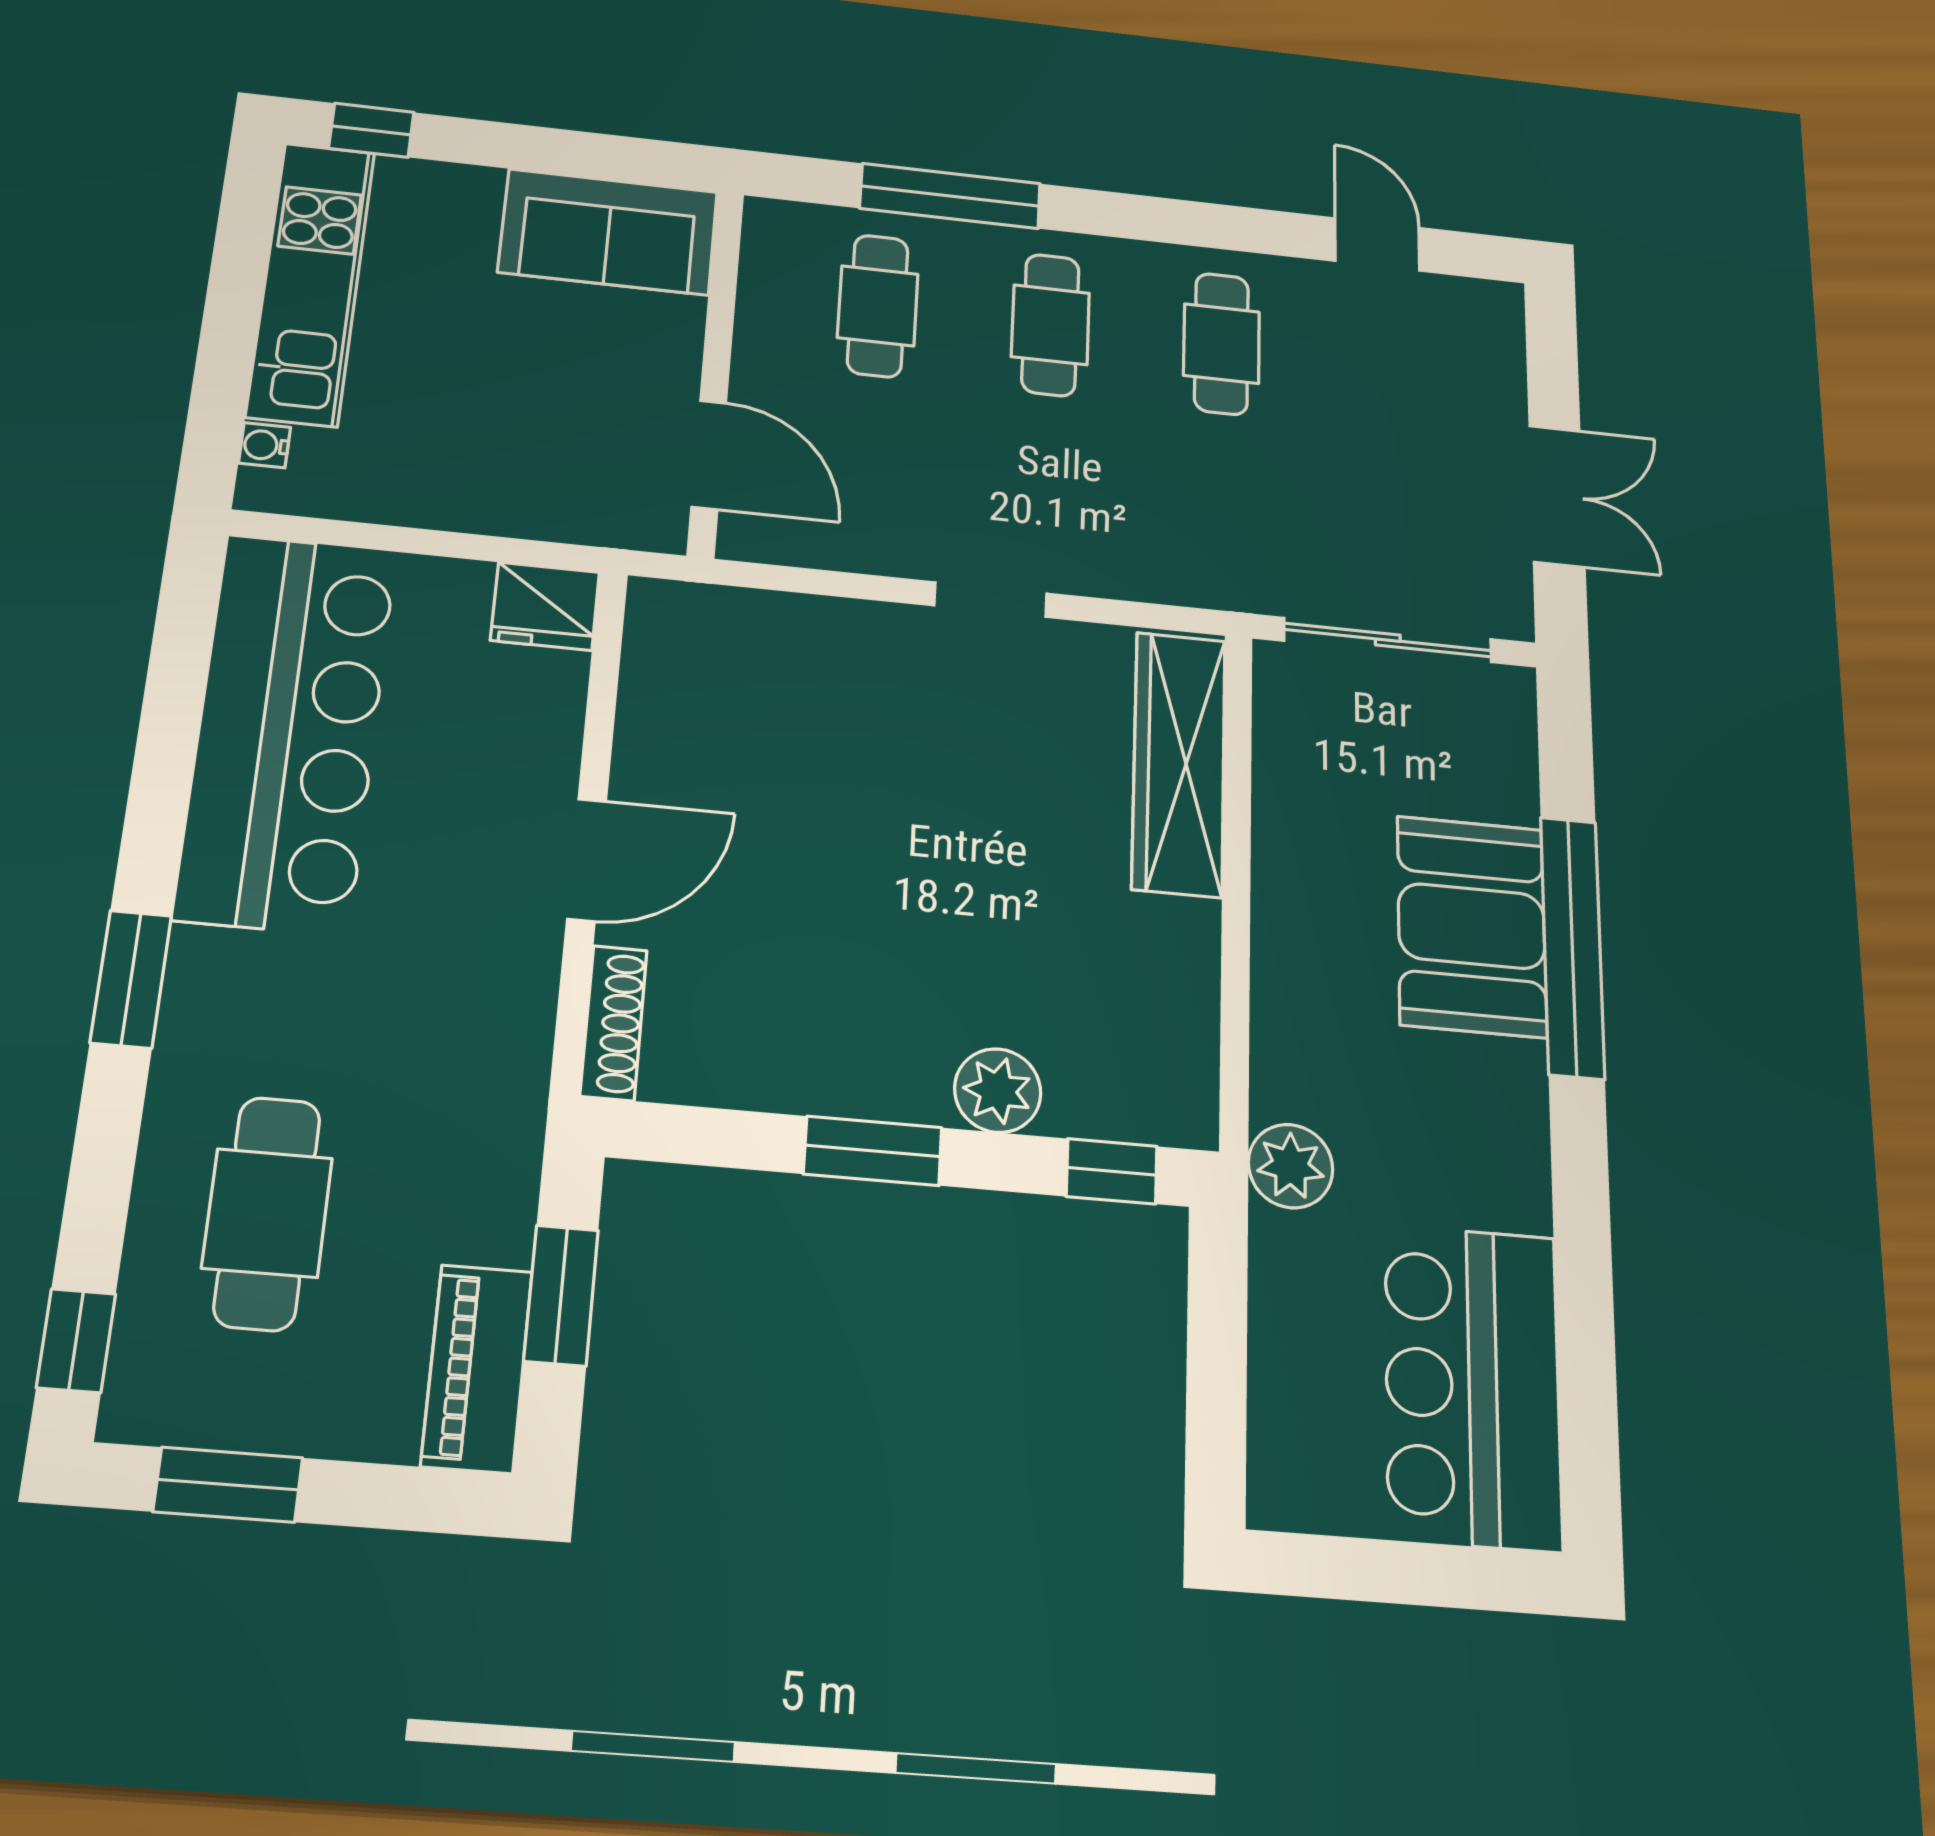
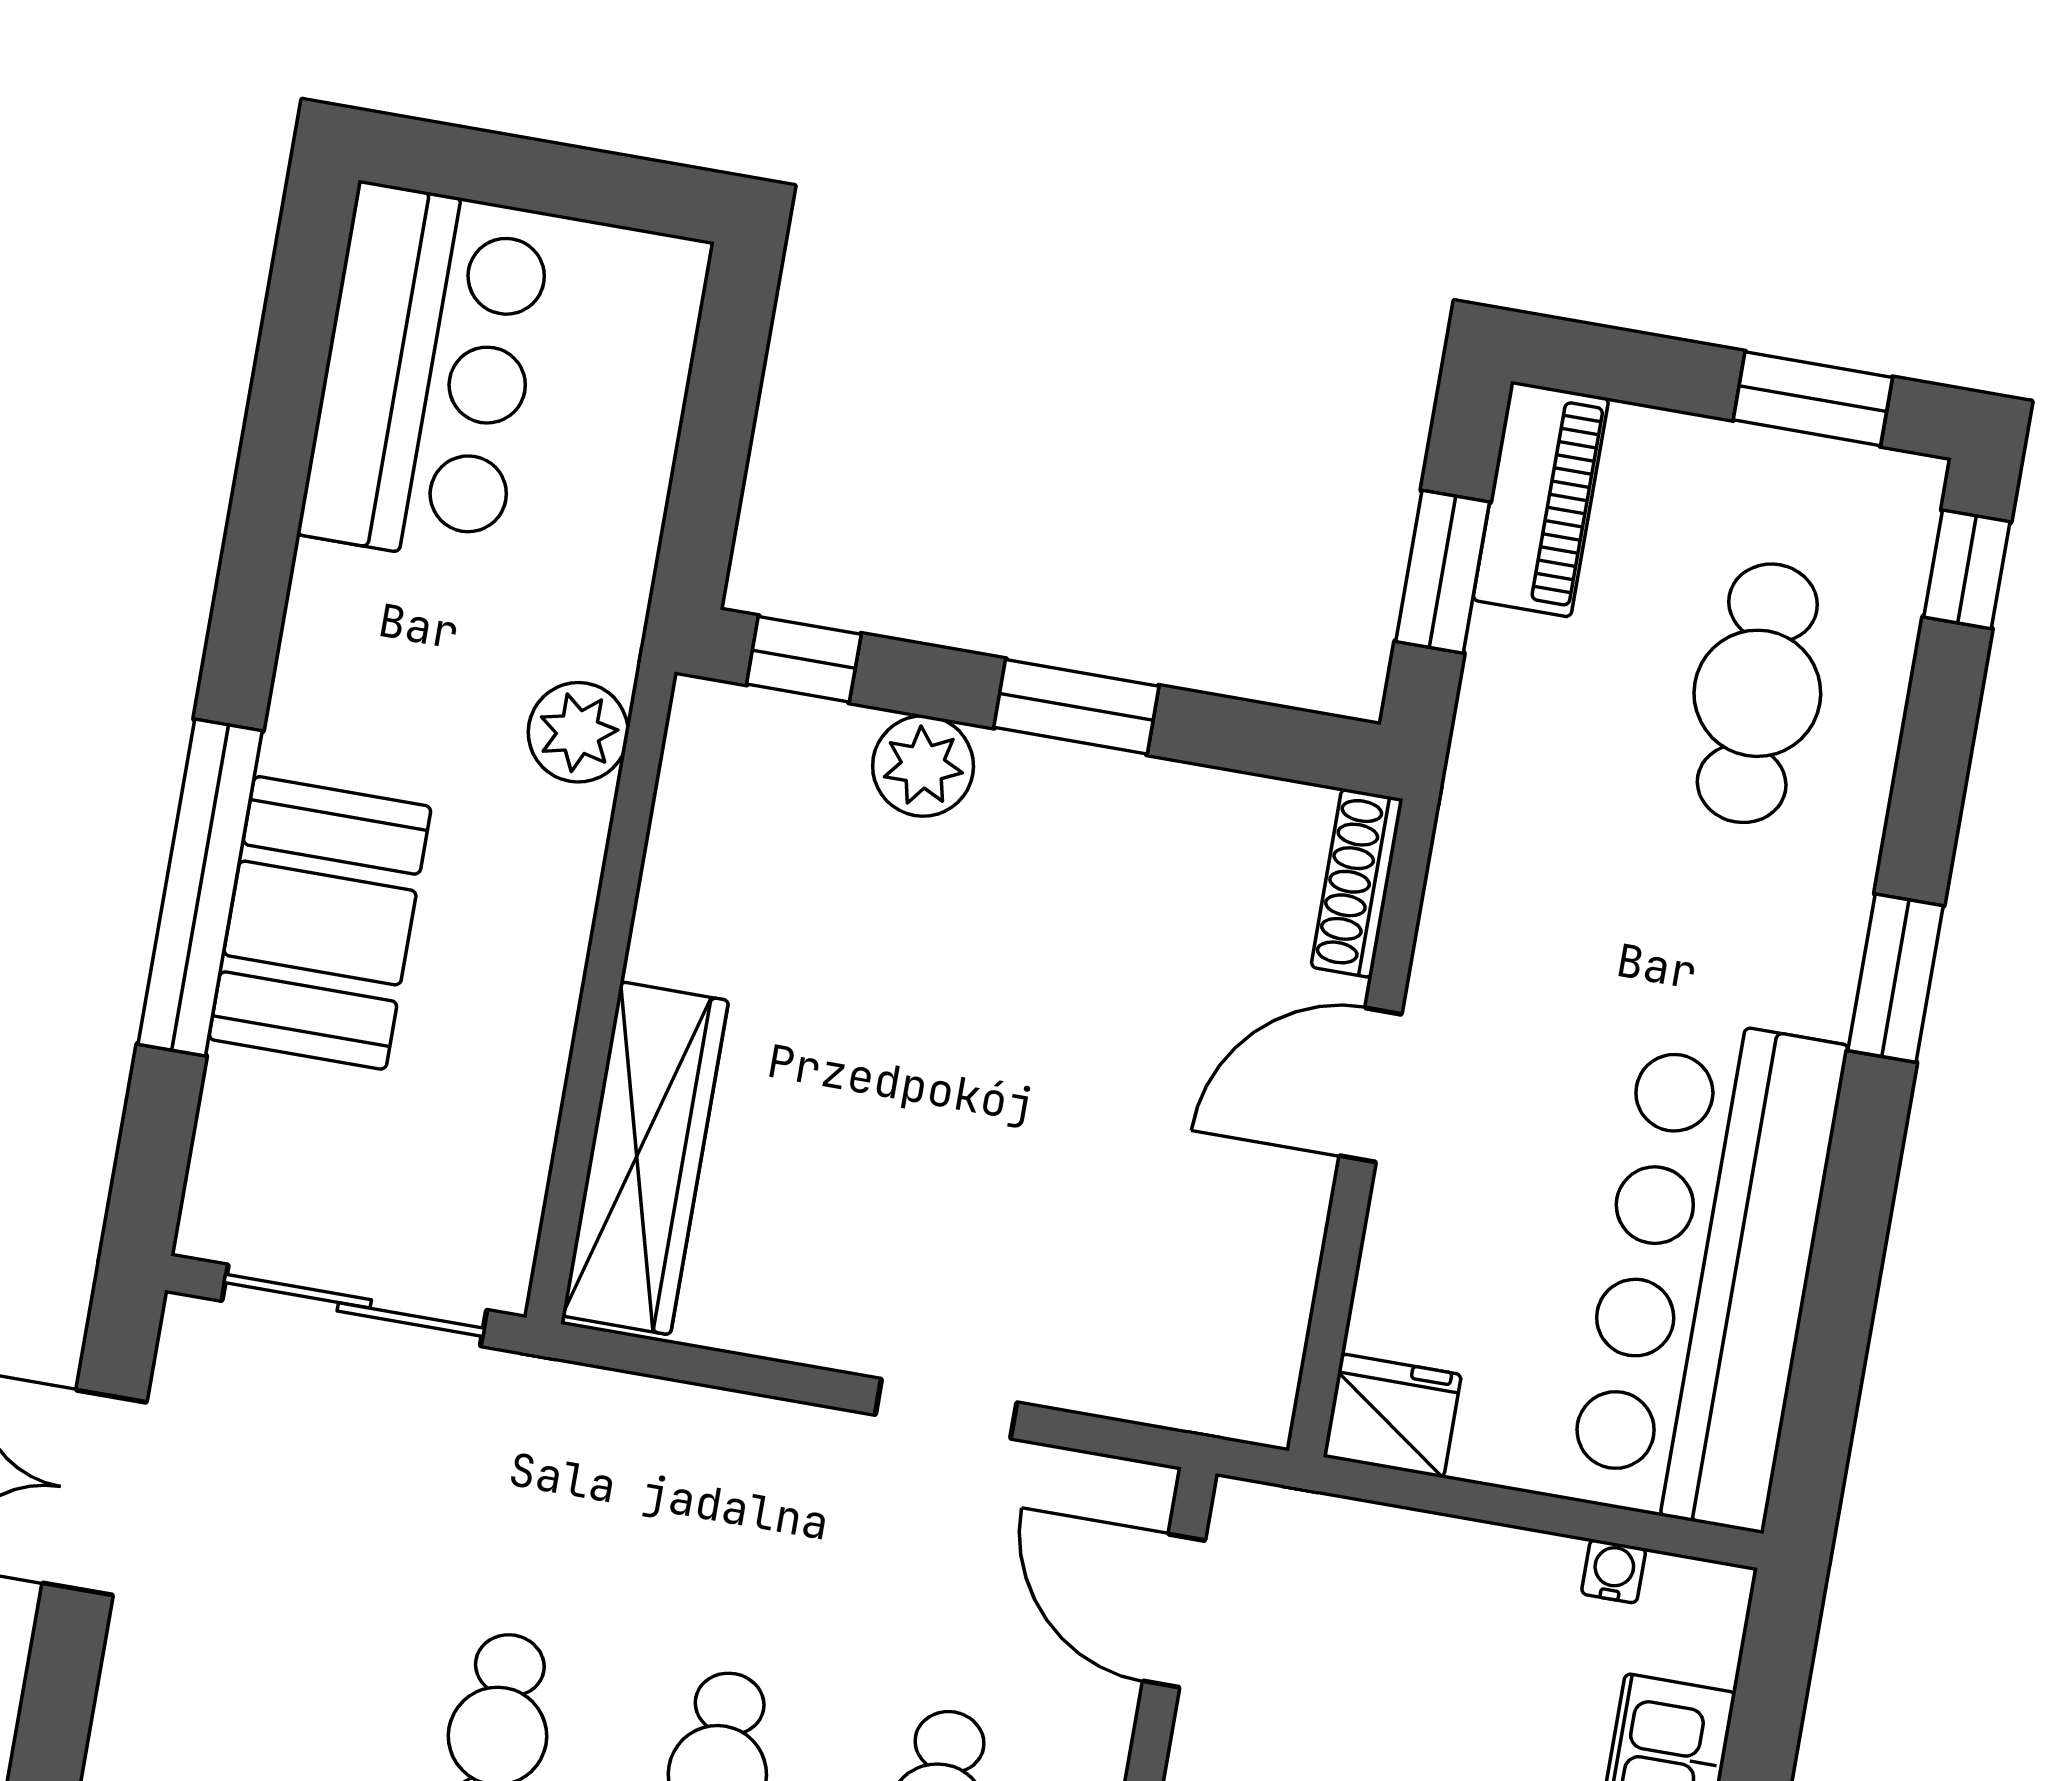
water cooler: (265, 445) -> (1614, 1571), moved, turned -90
doorway: (991, 600) -> (946, 1409), moved
plant: (1291, 1166) -> (578, 732), moved

